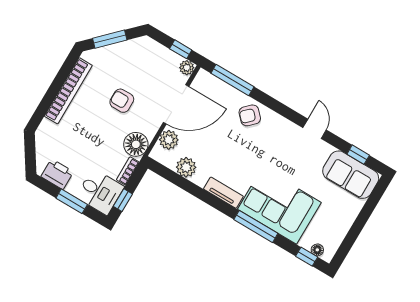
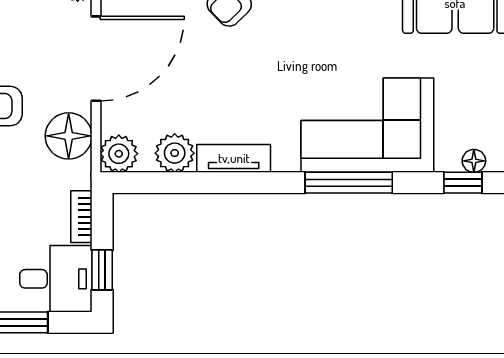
plant: (169, 140) -> (119, 154), moved
floor lamp: (136, 144) -> (69, 136), moved
tv unit: (223, 193) -> (234, 158), moved

